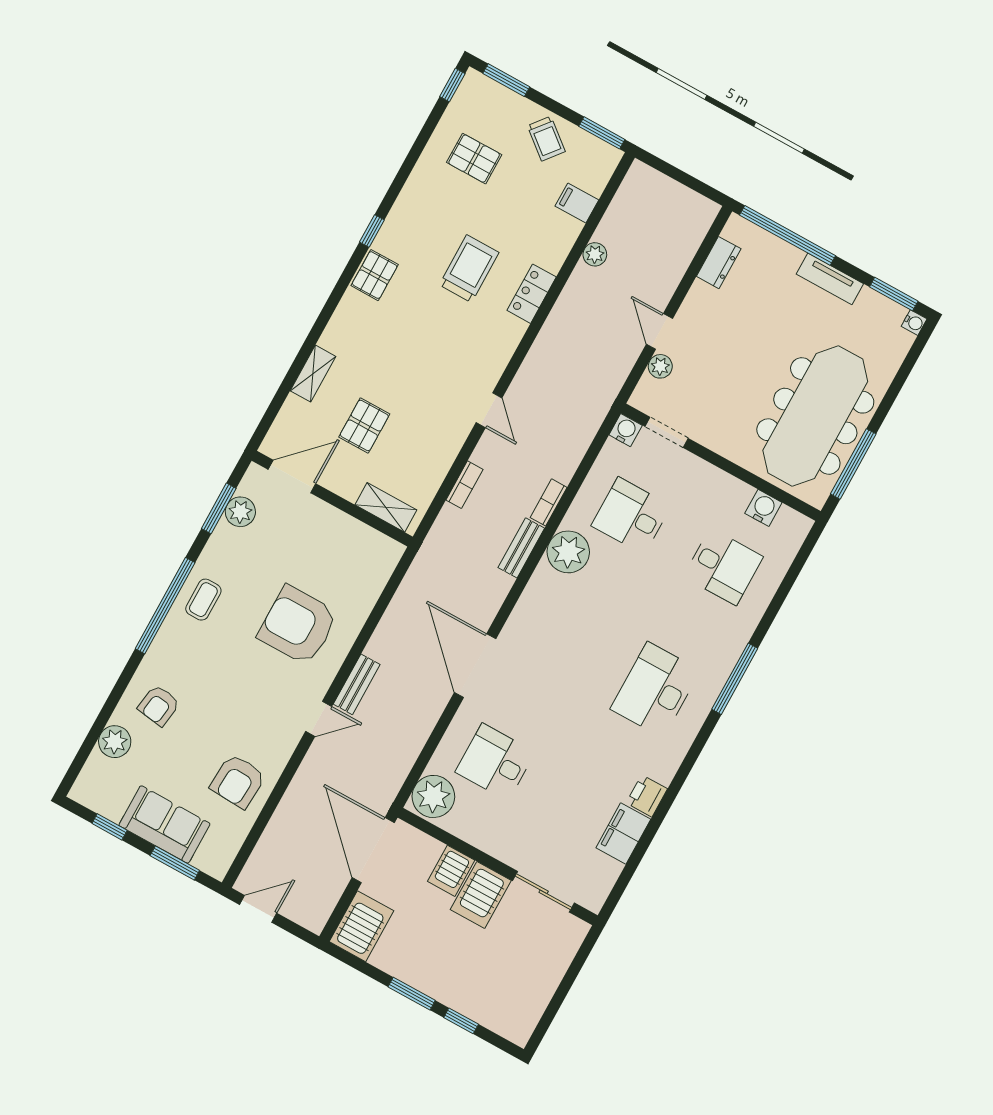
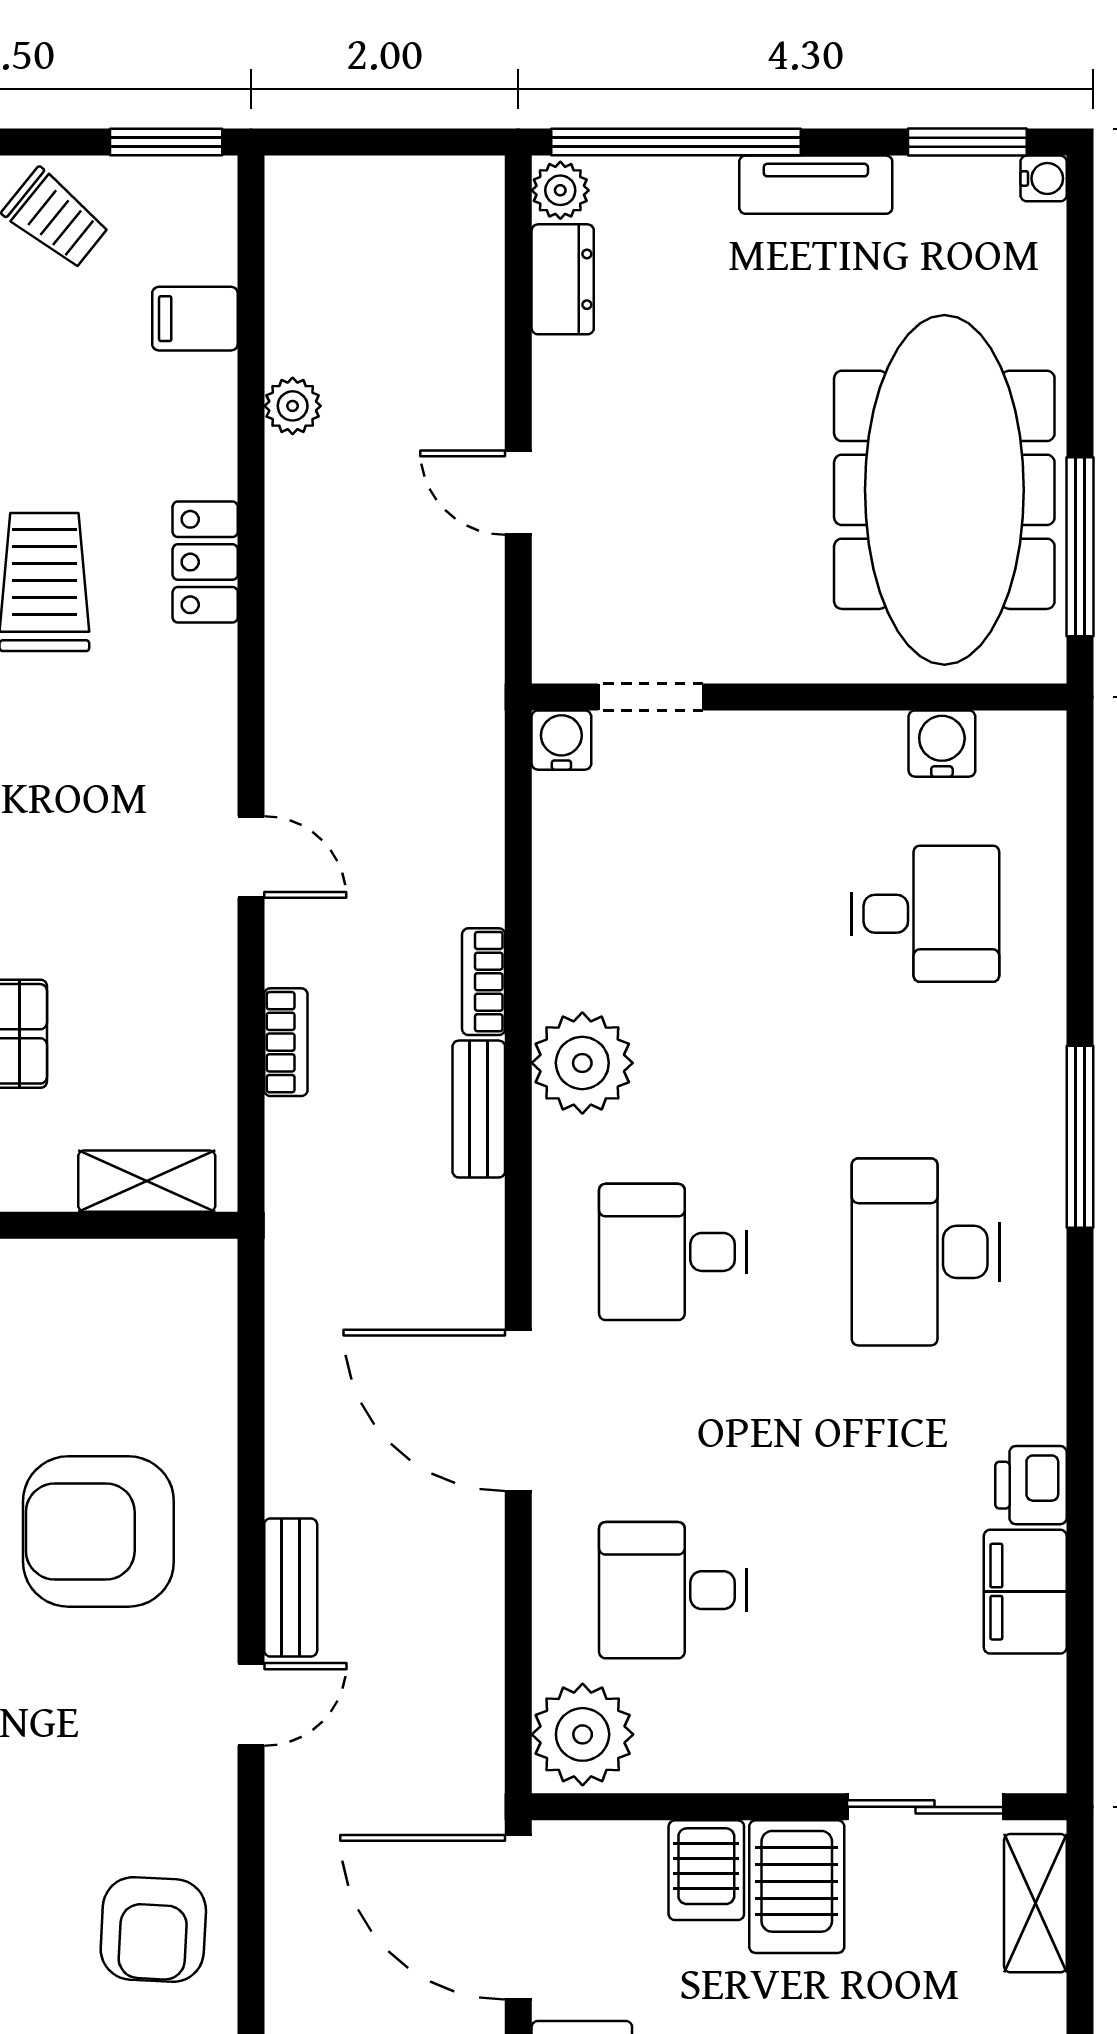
plant: (660, 366) -> (560, 190), moved
desk: (631, 516) -> (673, 1252), moved
shelving: (564, 949) -> (1035, 1903), added

